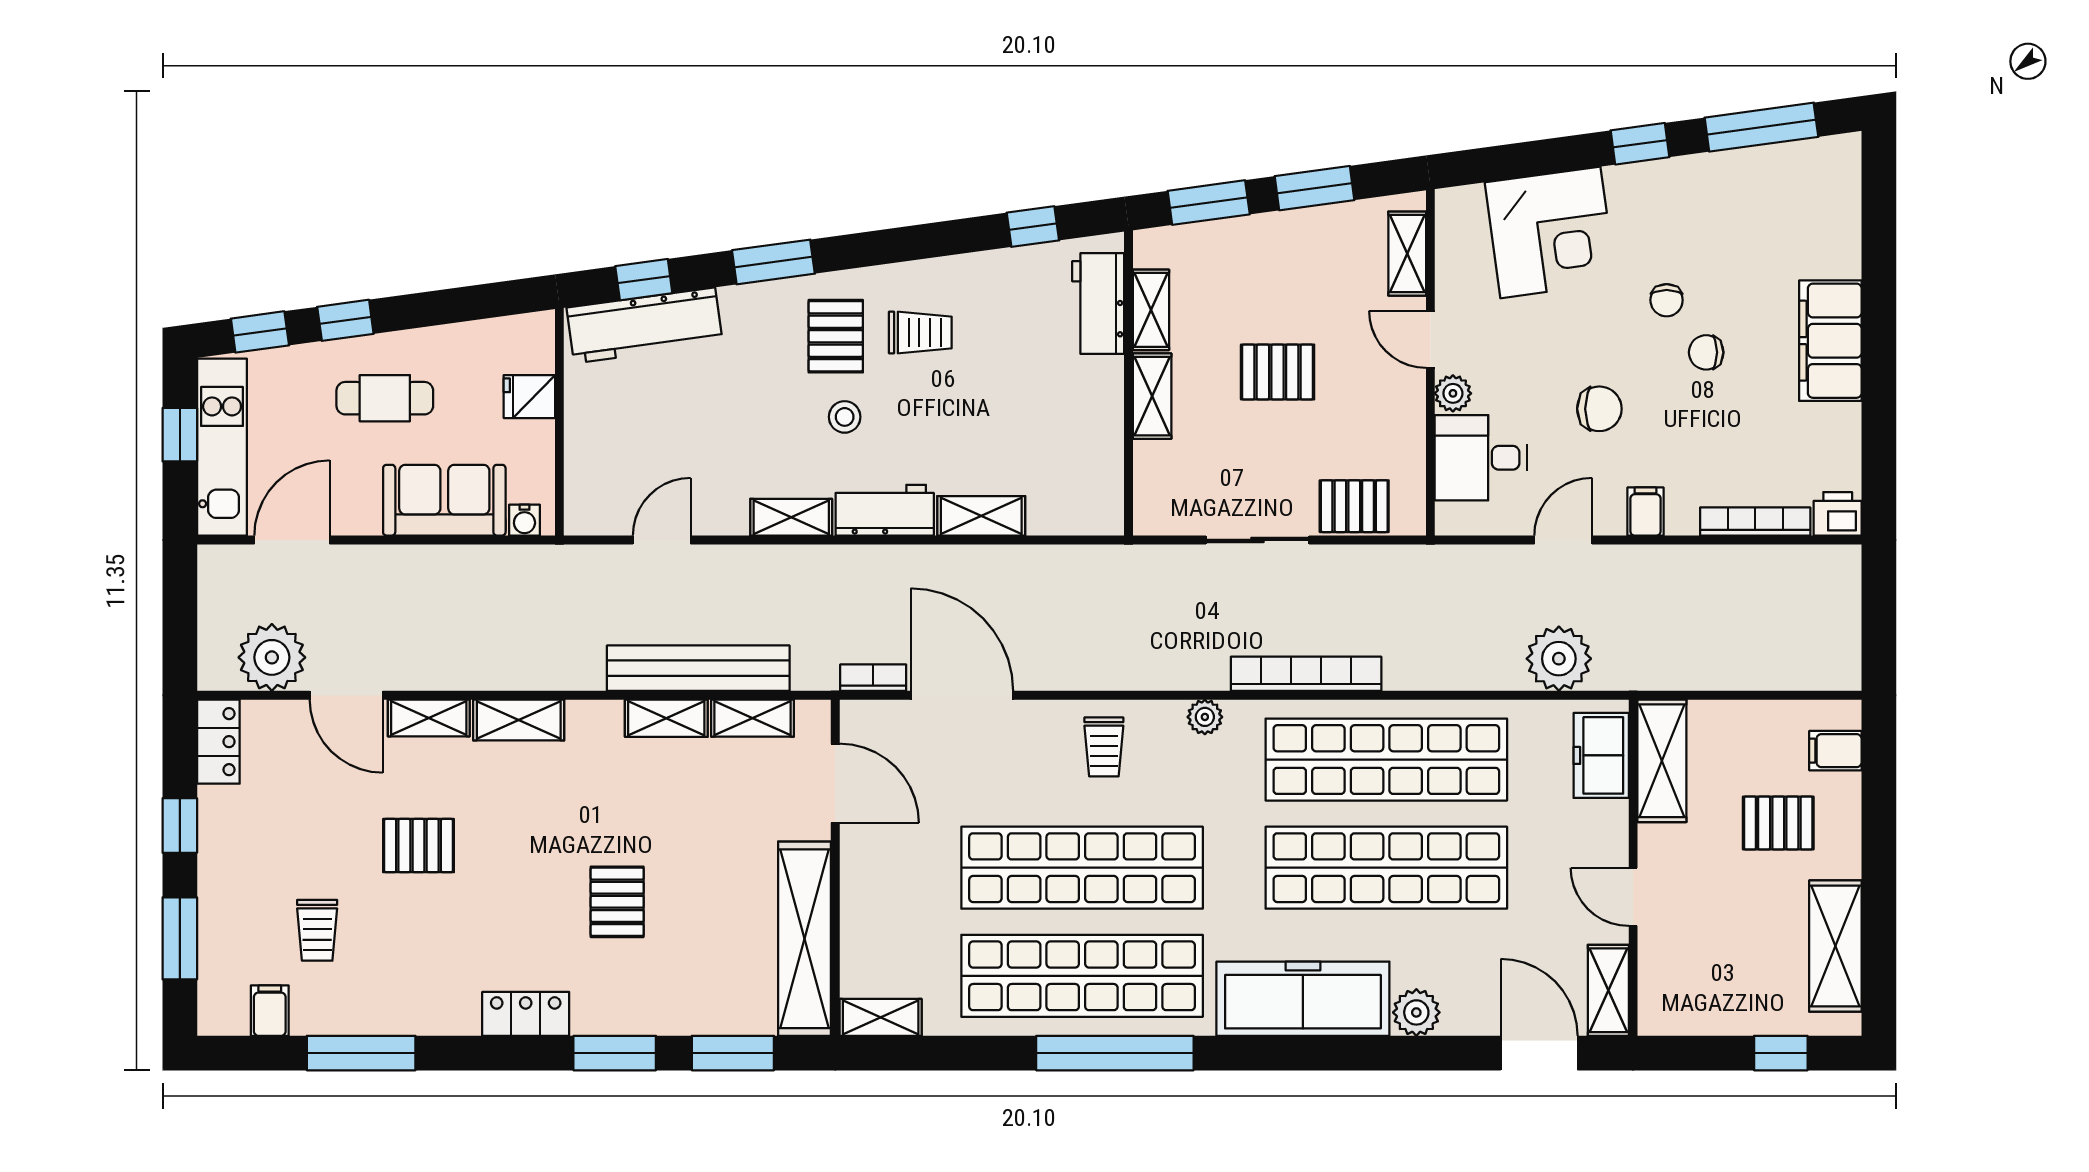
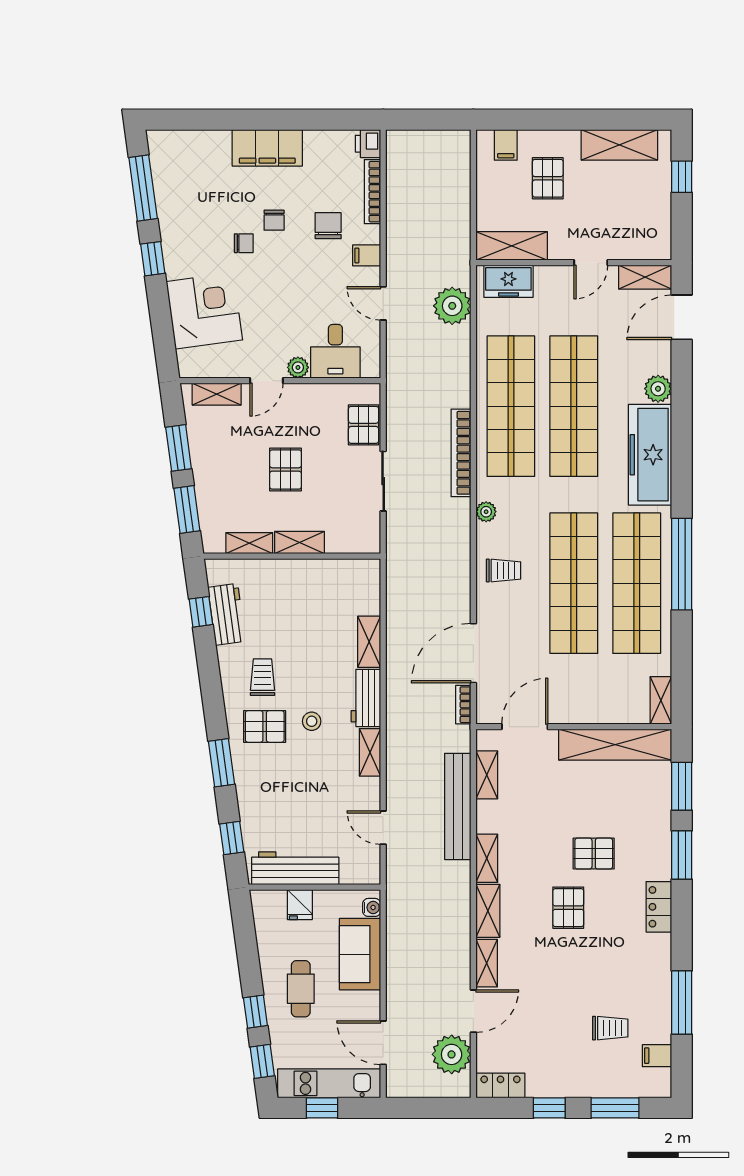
workbench: (1098, 304) -> (227, 614), moved, turned -98
workbench: (645, 325) -> (295, 868), moved, turned -82
chair: (1599, 409) -> (328, 226), moved
shelving: (666, 718) -> (487, 858), moved
pallet: (419, 846) -> (568, 908), moved

